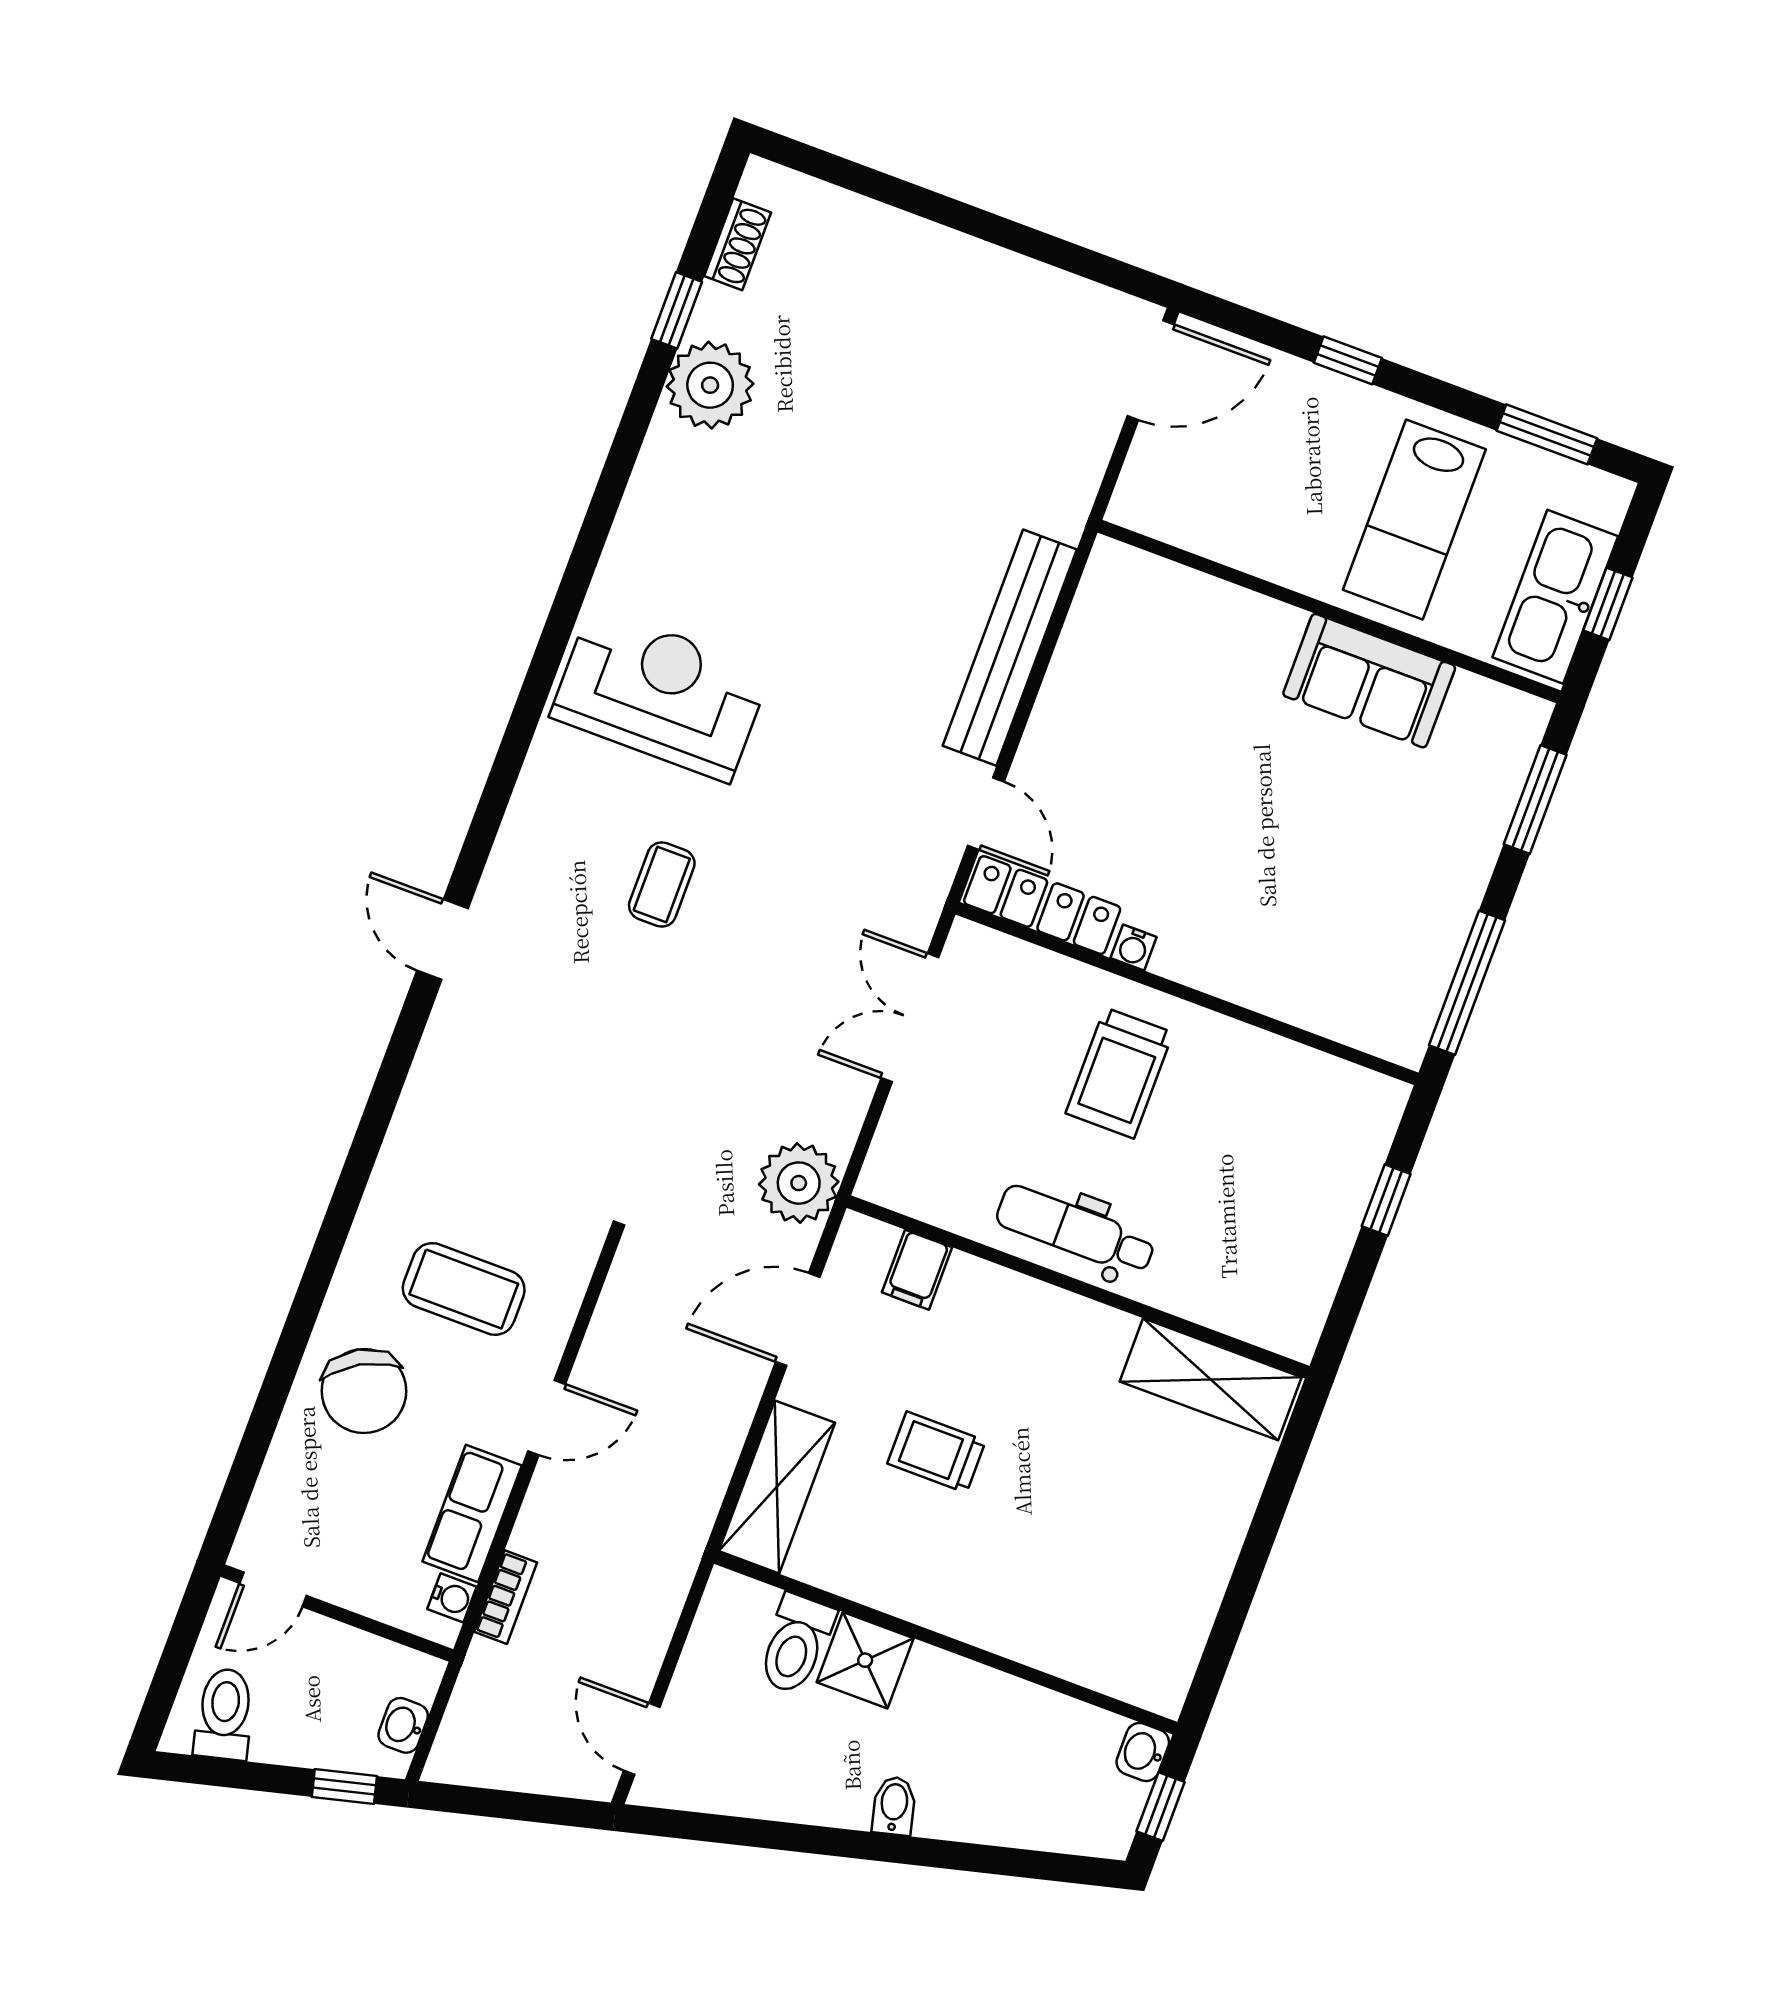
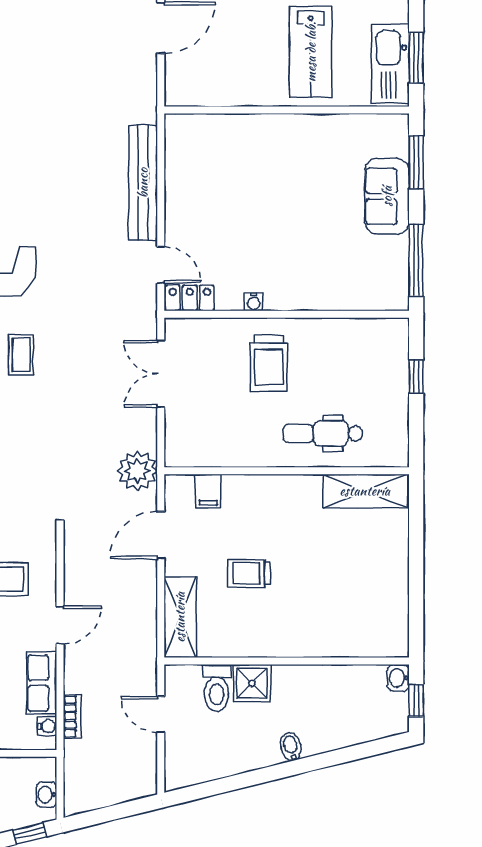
window: (1608, 604) -> (416, 58), width x1.50
sofa: (1369, 681) -> (387, 196), moved, turned 90
locker: (1042, 905) -> (190, 298), width x0.66
dental chair: (1075, 1230) -> (323, 433), moved
door: (642, 1739) -> (161, 714), moved

